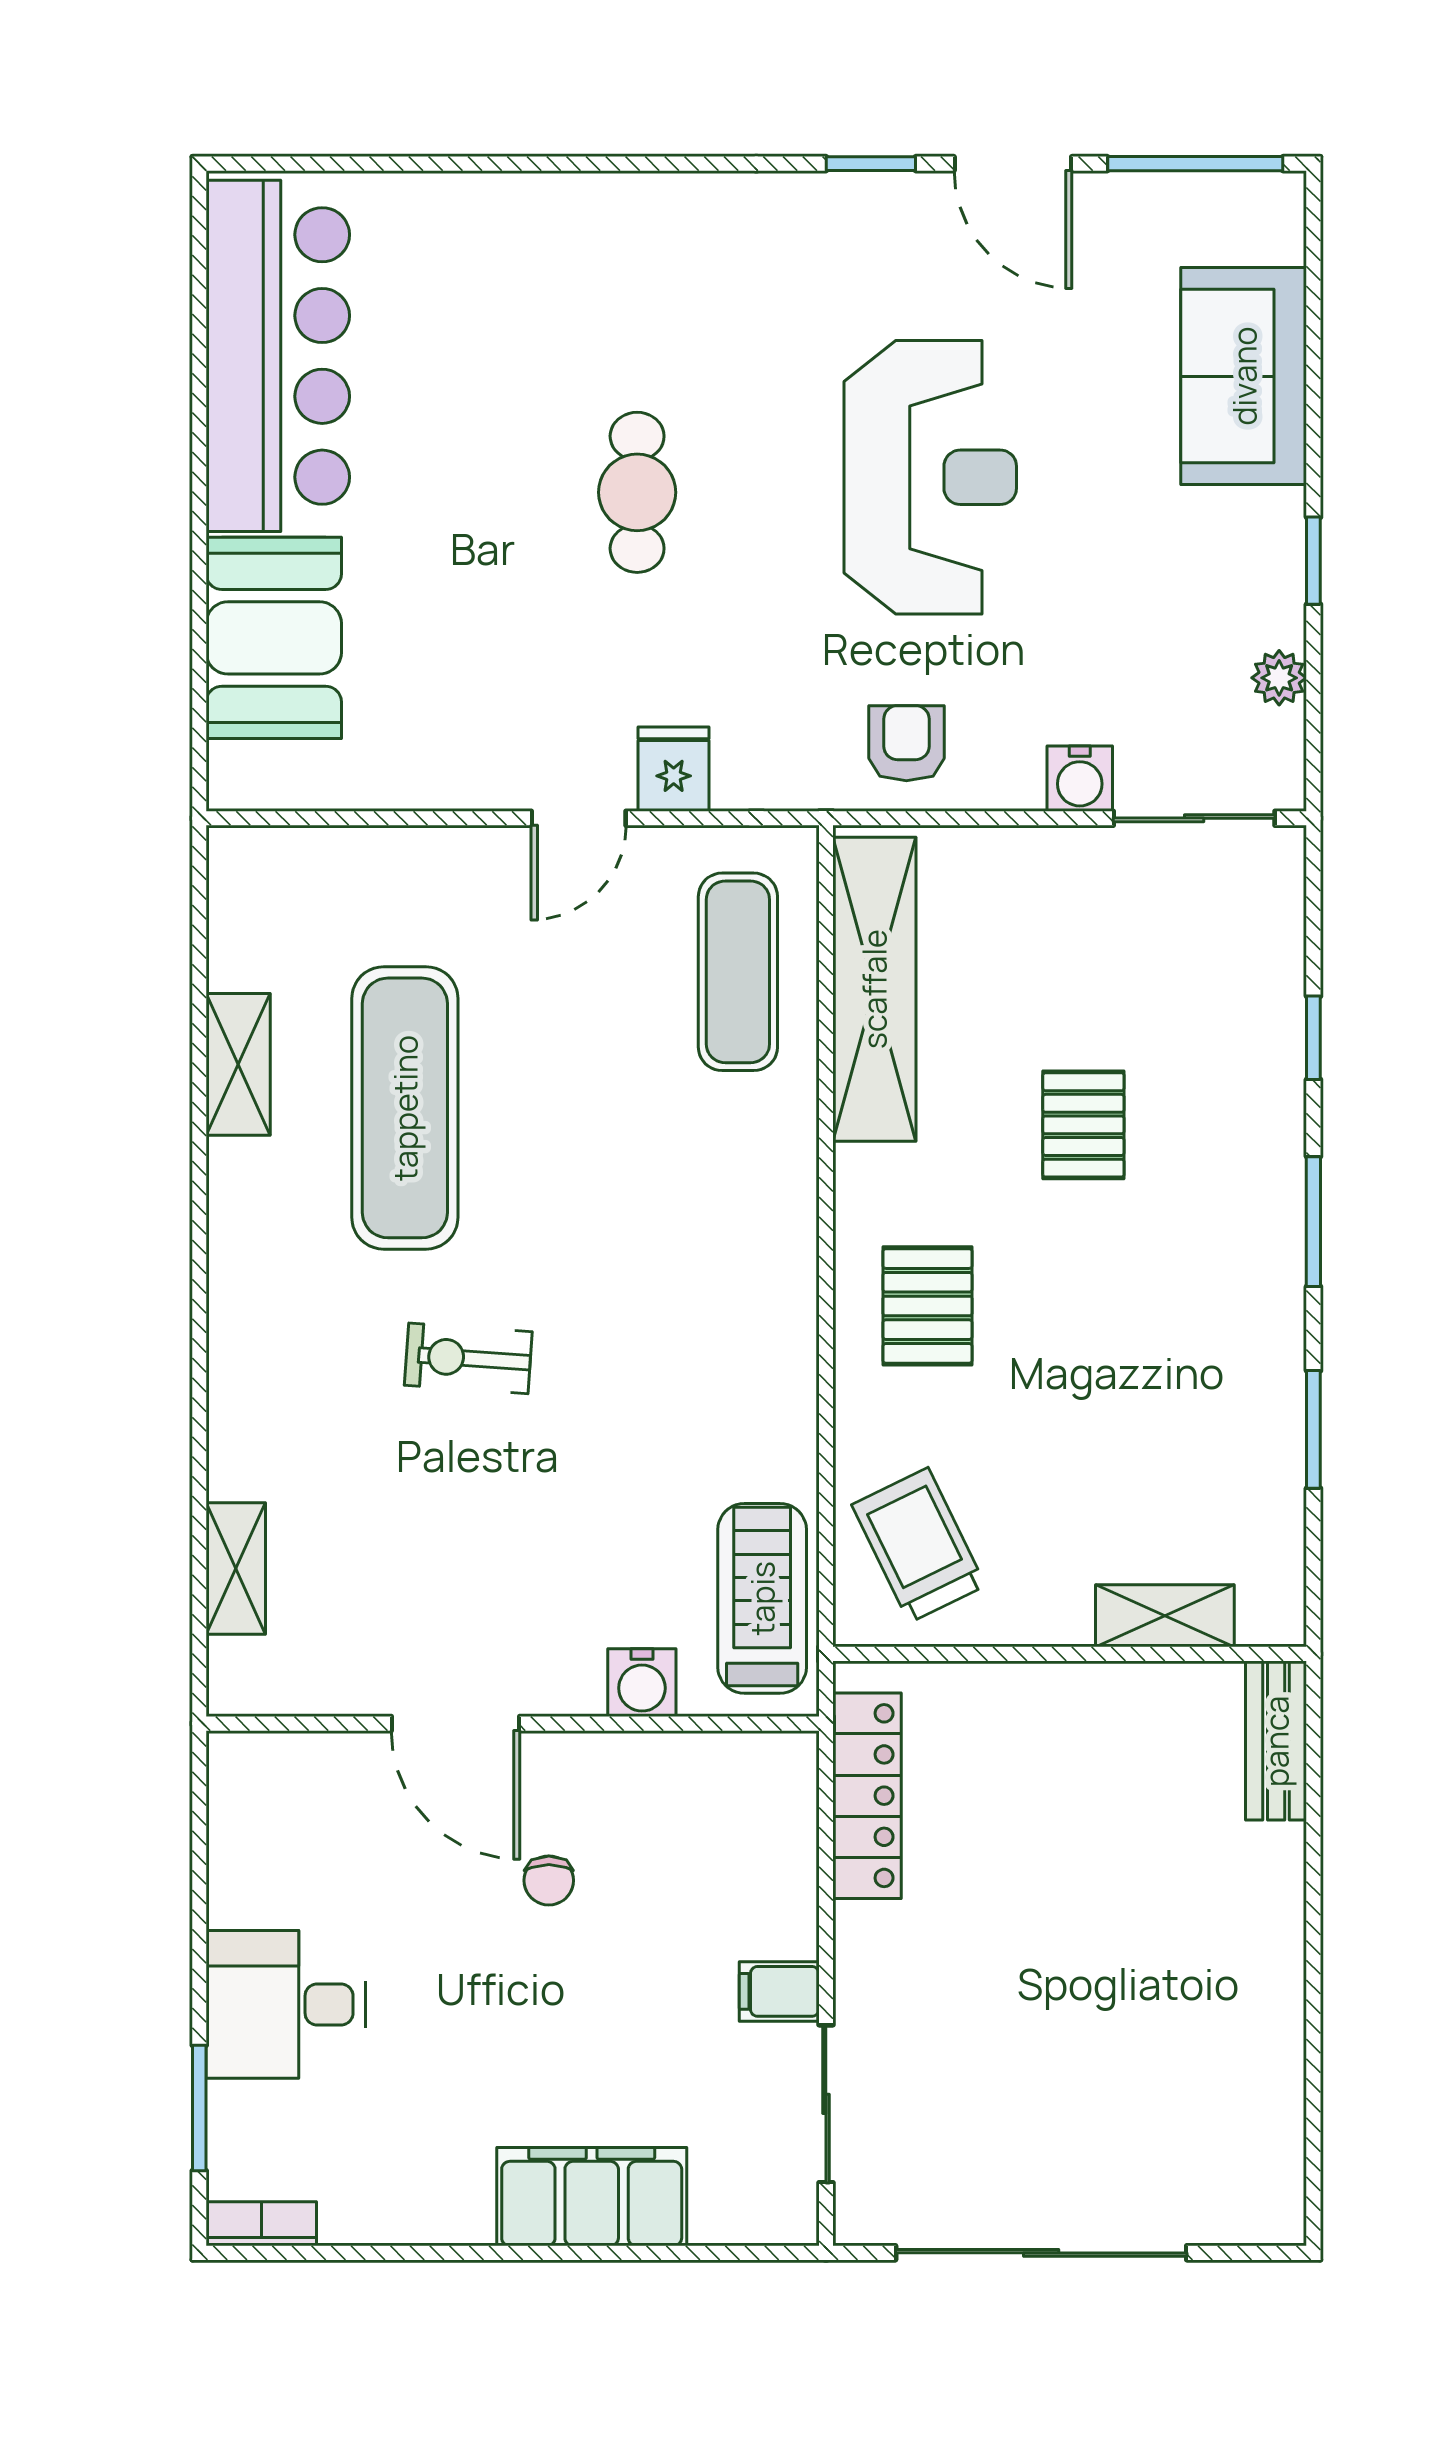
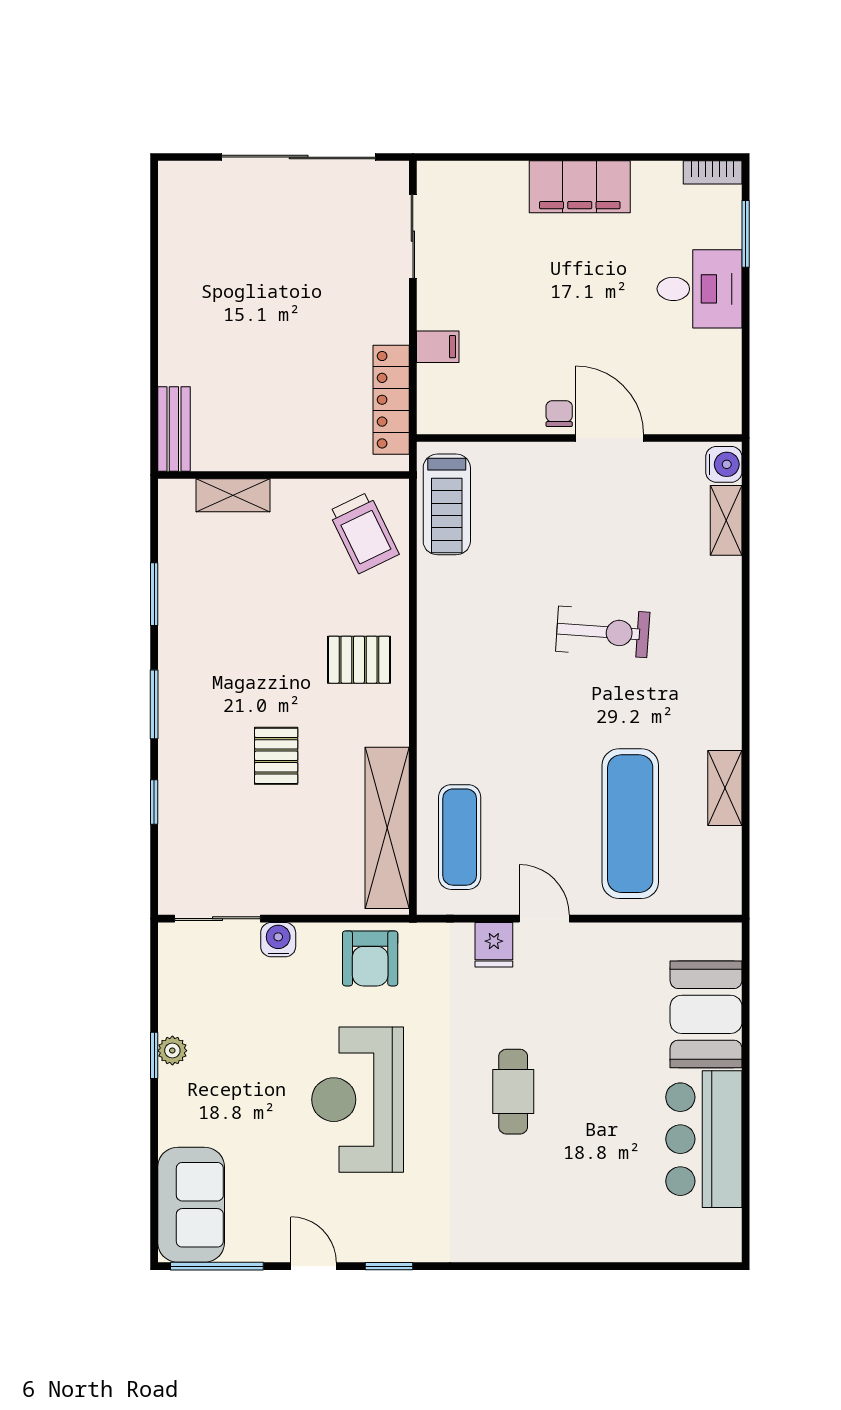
door: (1013, 164) -> (314, 1266), width x0.73
bar counter: (278, 356) -> (704, 1139), width x0.73
sofa: (1244, 376) -> (191, 1205), moved
plant: (1279, 678) -> (172, 1051), moved
armchair: (906, 743) -> (370, 958), width x1.38, depth x1.38
door: (579, 818) -> (544, 919), hinge flipped
exercise mat: (405, 1108) -> (630, 824), moved
pallet: (928, 1306) -> (359, 660), turned 90
exercise bike: (468, 1358) -> (603, 632), width x1.38, depth x1.39
water cooler: (642, 1683) -> (724, 464), moved, turned 90
chair: (549, 1880) -> (559, 414), moved
filing cabinet: (779, 1991) -> (438, 347), moved
filing cabinet: (592, 2197) -> (580, 187), moved

